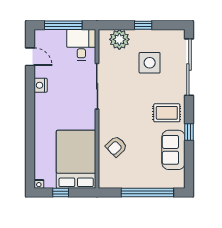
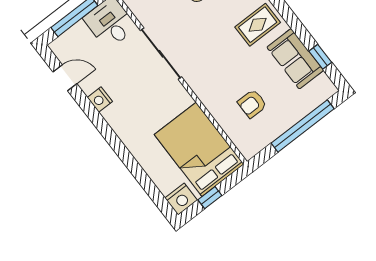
window: (189, 132) -> (320, 57), moved
armchair: (116, 146) -> (252, 104), moved, turned 44
nightstand: (39, 184) -> (181, 199), width x1.89, depth x1.79

